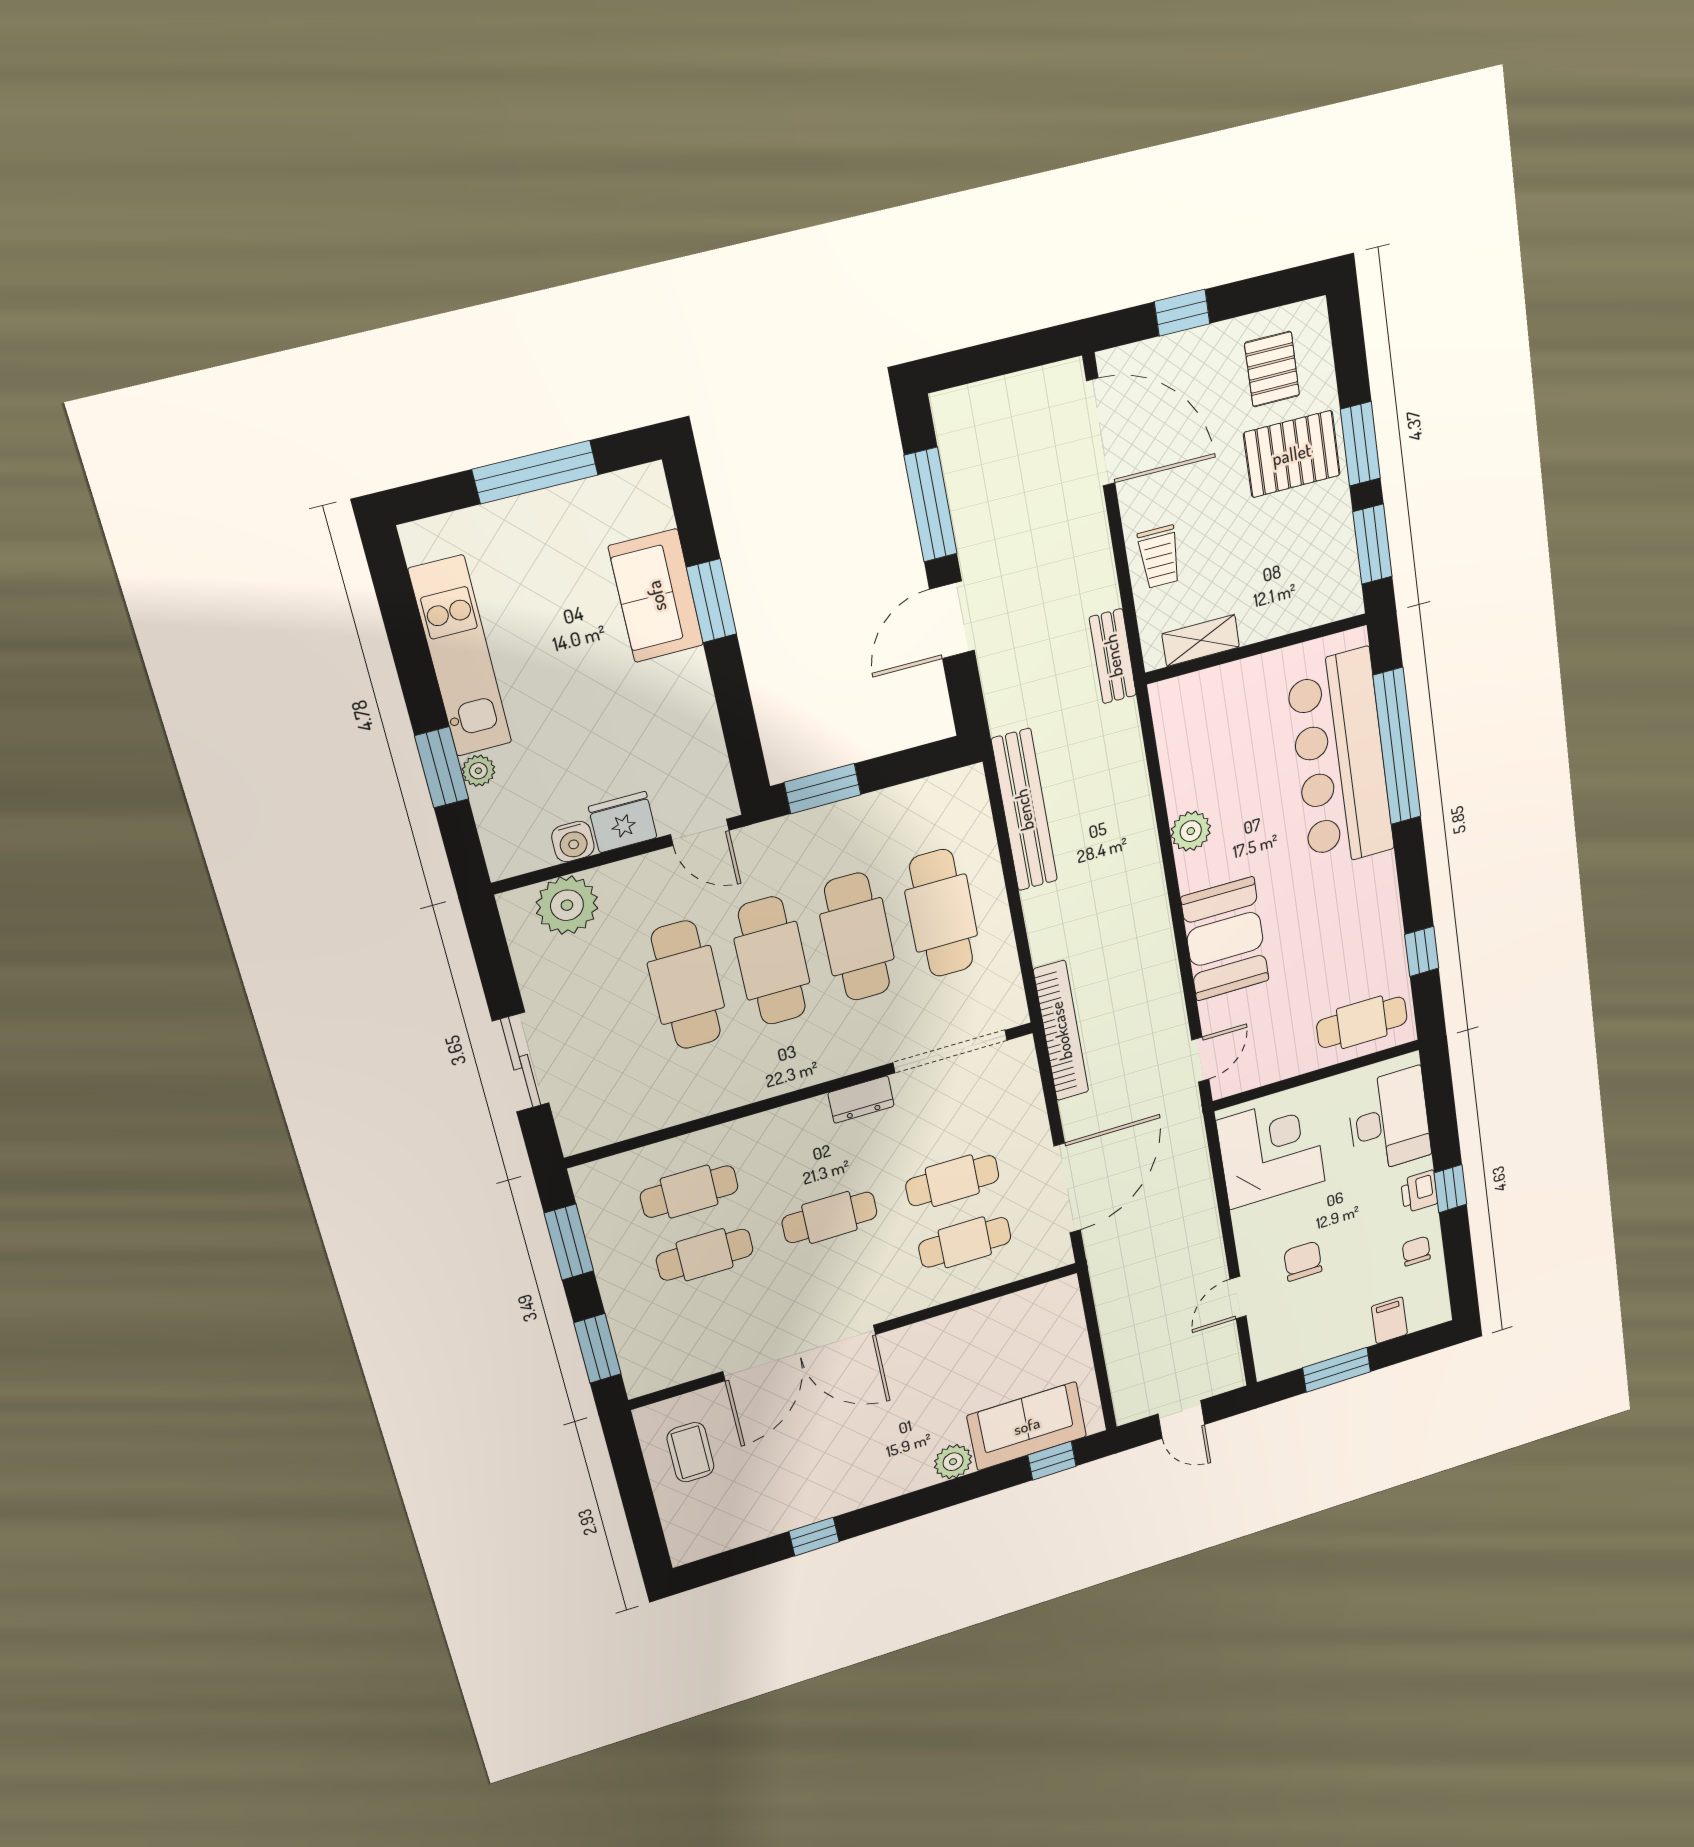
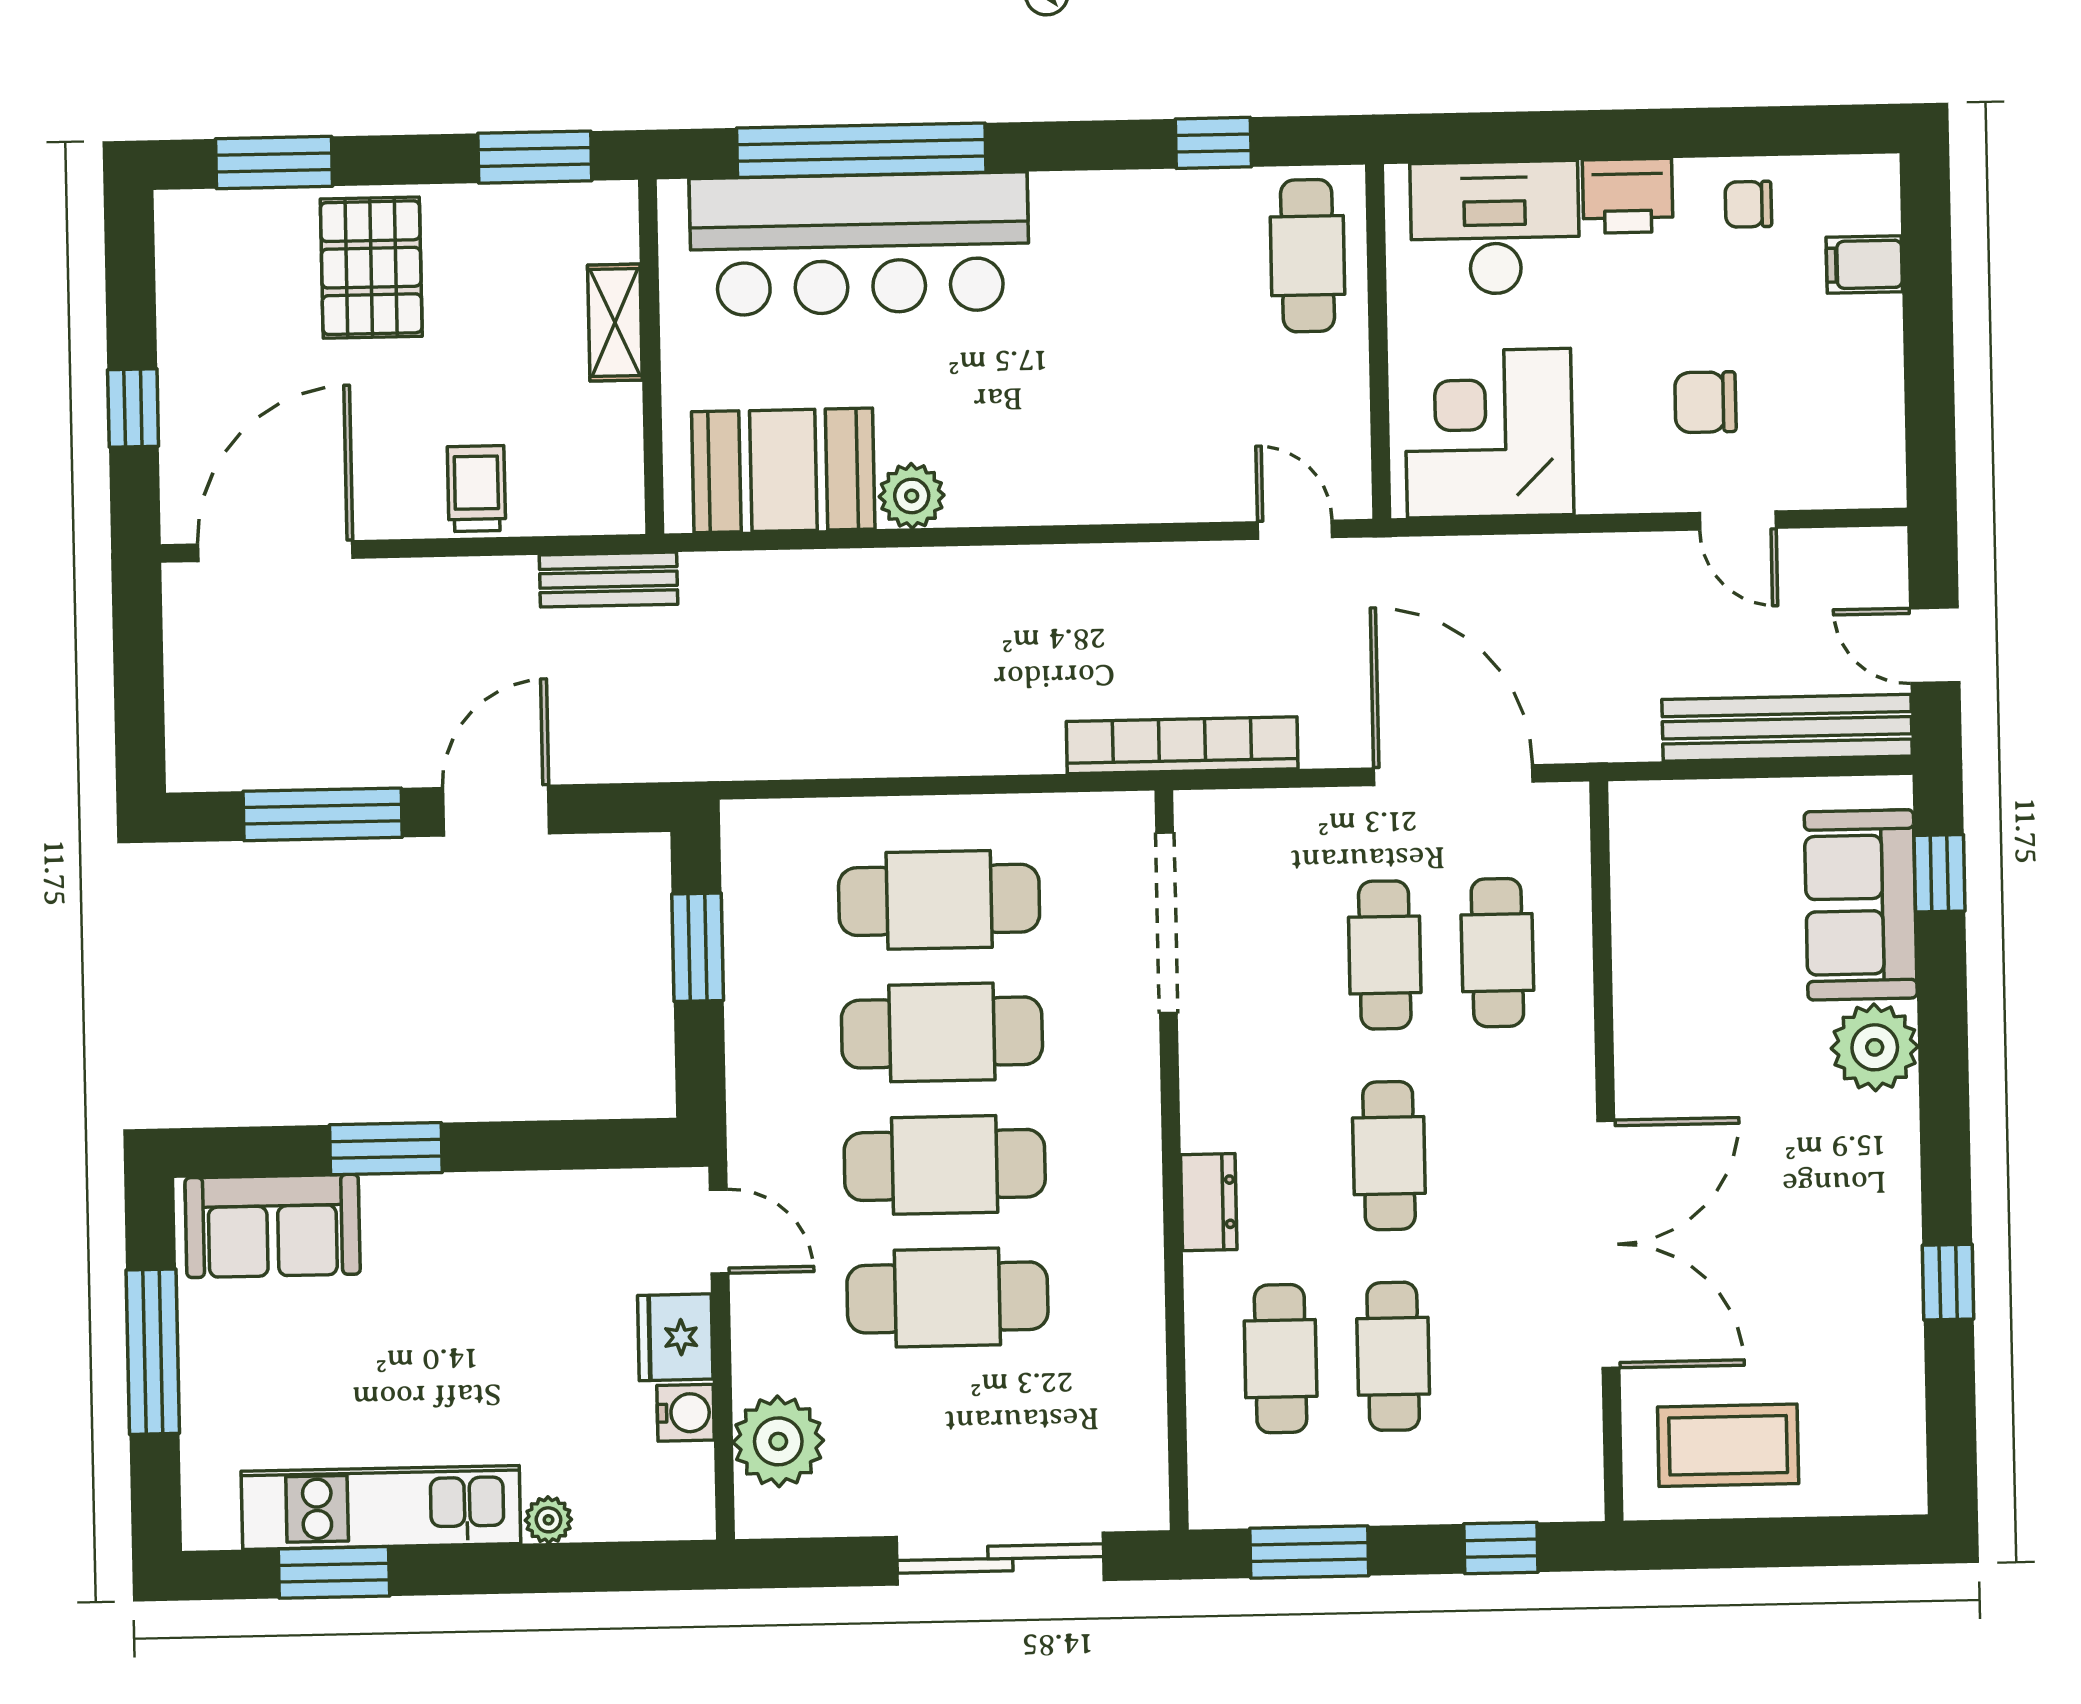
pallet: (1272, 369) -> (241, 284), removed
window: (1360, 444) -> (274, 163), moved
trolley: (1159, 557) -> (476, 489), turned -90
sofa: (656, 596) -> (273, 1226), moved
door: (952, 620) -> (496, 811), swing flipped
shelving: (1201, 640) -> (615, 323), moved
window: (442, 767) -> (334, 1572), moved
window: (823, 789) -> (698, 947), moved
bench: (1024, 810) -> (1787, 728), moved
door: (700, 832) -> (719, 1231), hinge flipped
booth: (1225, 939) -> (783, 470), moved
sliding door: (521, 1062) -> (1000, 1559), width x1.37
dresser: (861, 1100) -> (1209, 1202), moved
window: (1450, 1189) -> (1651, 134), removed
printer: (1419, 1192) -> (1628, 196), width x1.36, depth x1.24
window: (597, 1348) -> (1501, 1548), width x0.67
window: (1337, 1370) -> (1929, 367), removed
door: (1181, 1419) -> (1935, 645), swing flipped
coffee table: (690, 1452) -> (1728, 1445), width x1.36, depth x1.30
plant: (953, 1462) -> (1875, 1047), width x1.36, depth x1.36

